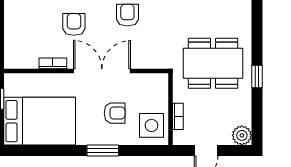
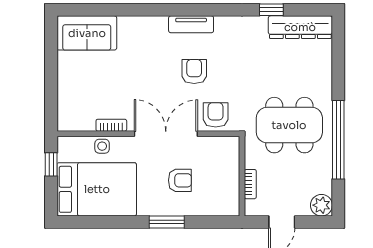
armchair: (74, 24) -> (216, 115), moved
window: (257, 77) -> (338, 140), width x3.17
side table: (151, 125) -> (102, 146), moved, width x0.54, depth x0.54

